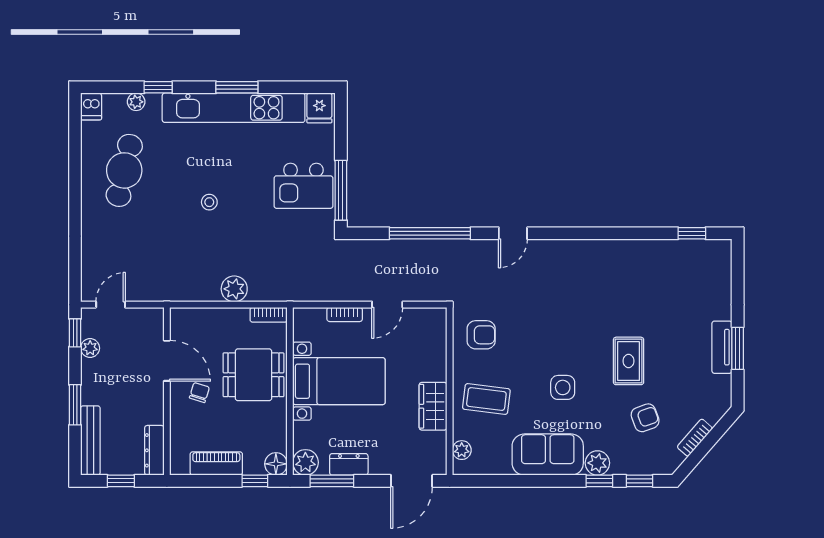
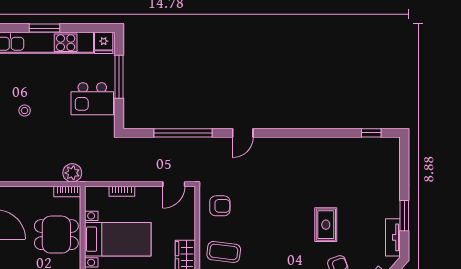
window: (341, 190) -> (119, 77), moved
plant: (234, 289) -> (72, 173), moved
door: (387, 305) -> (174, 184), moved
tv unit: (722, 347) -> (393, 237), moved
side table: (563, 387) -> (278, 244), removed
chair: (199, 393) -> (17, 247), removed

